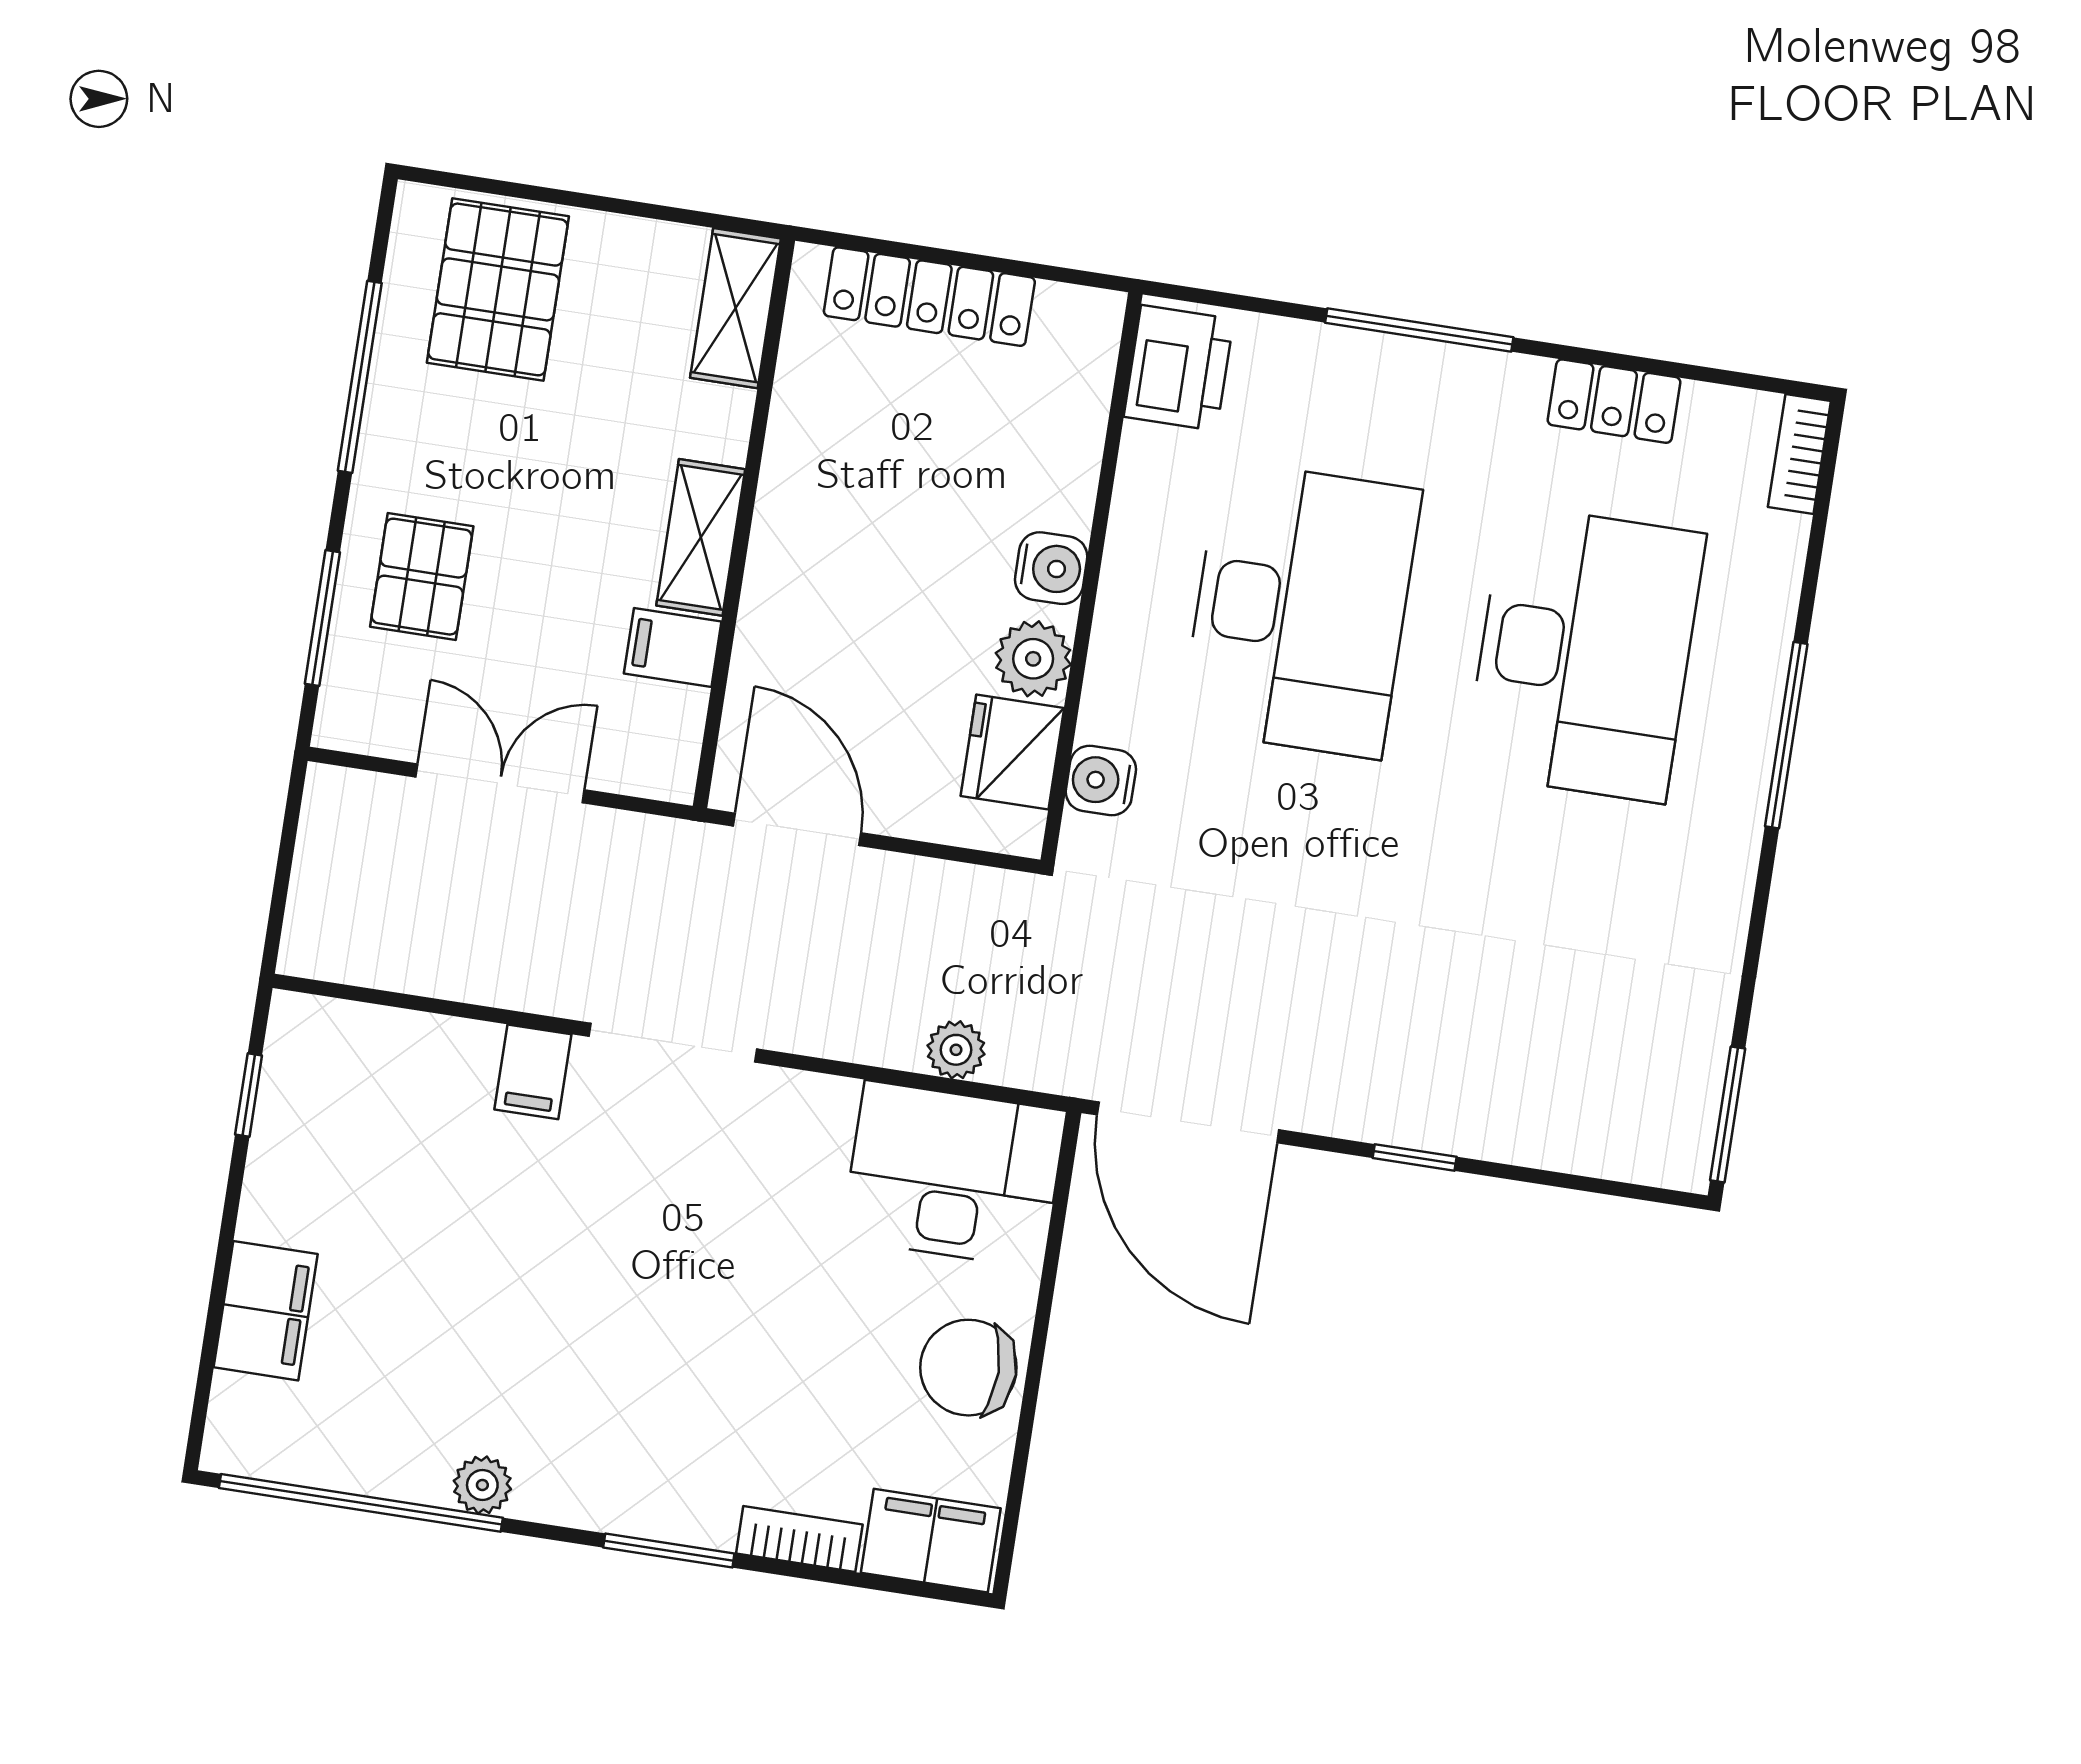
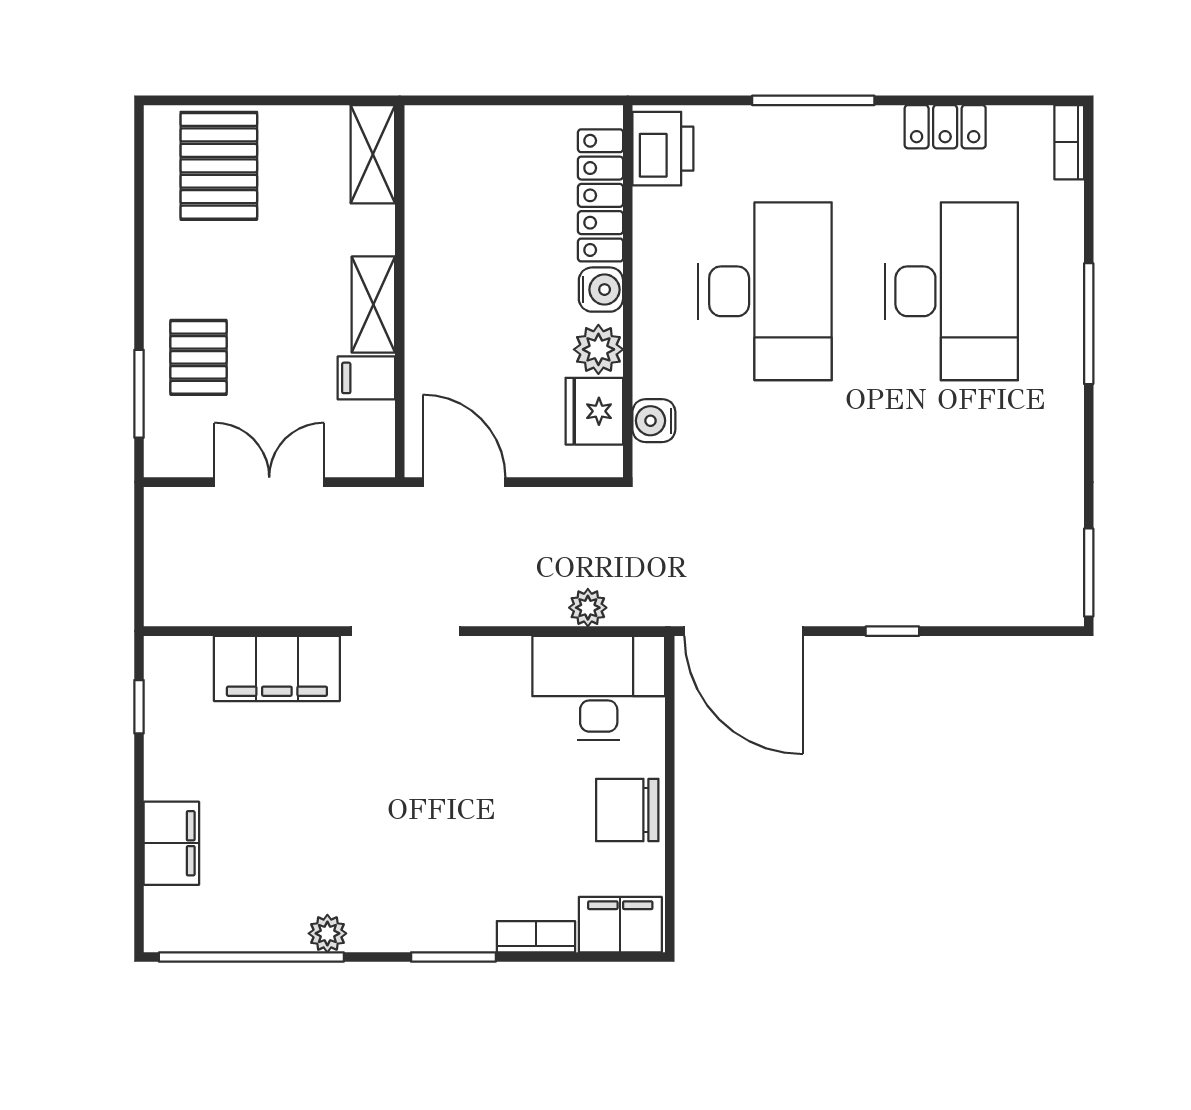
locker: (929, 297) -> (601, 195), moved, turned 90
window: (360, 377) -> (139, 236), removed
filing cabinet: (533, 1072) -> (277, 668), width x3.00, depth x1.17

